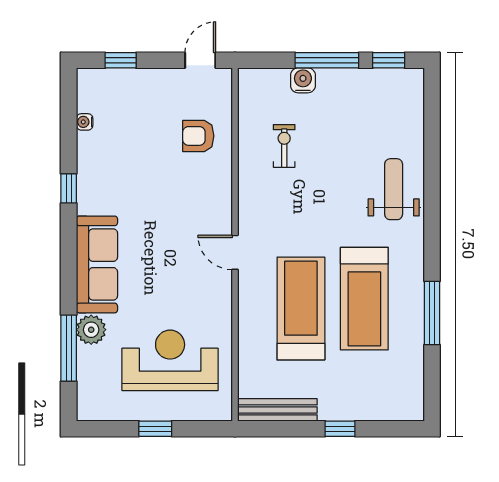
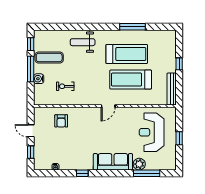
door: (200, 60) -> (31, 131), moved
exercise mat: (356, 106) -> (49, 58), added

